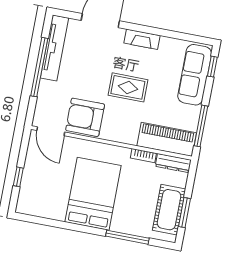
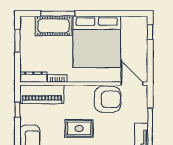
window: (201, 126) -> (18, 110), width x0.46
window: (18, 177) -> (150, 32), moved
bed: (93, 194) -> (97, 42), width x1.36
cot: (169, 210) -> (54, 26), moved, turned 90

